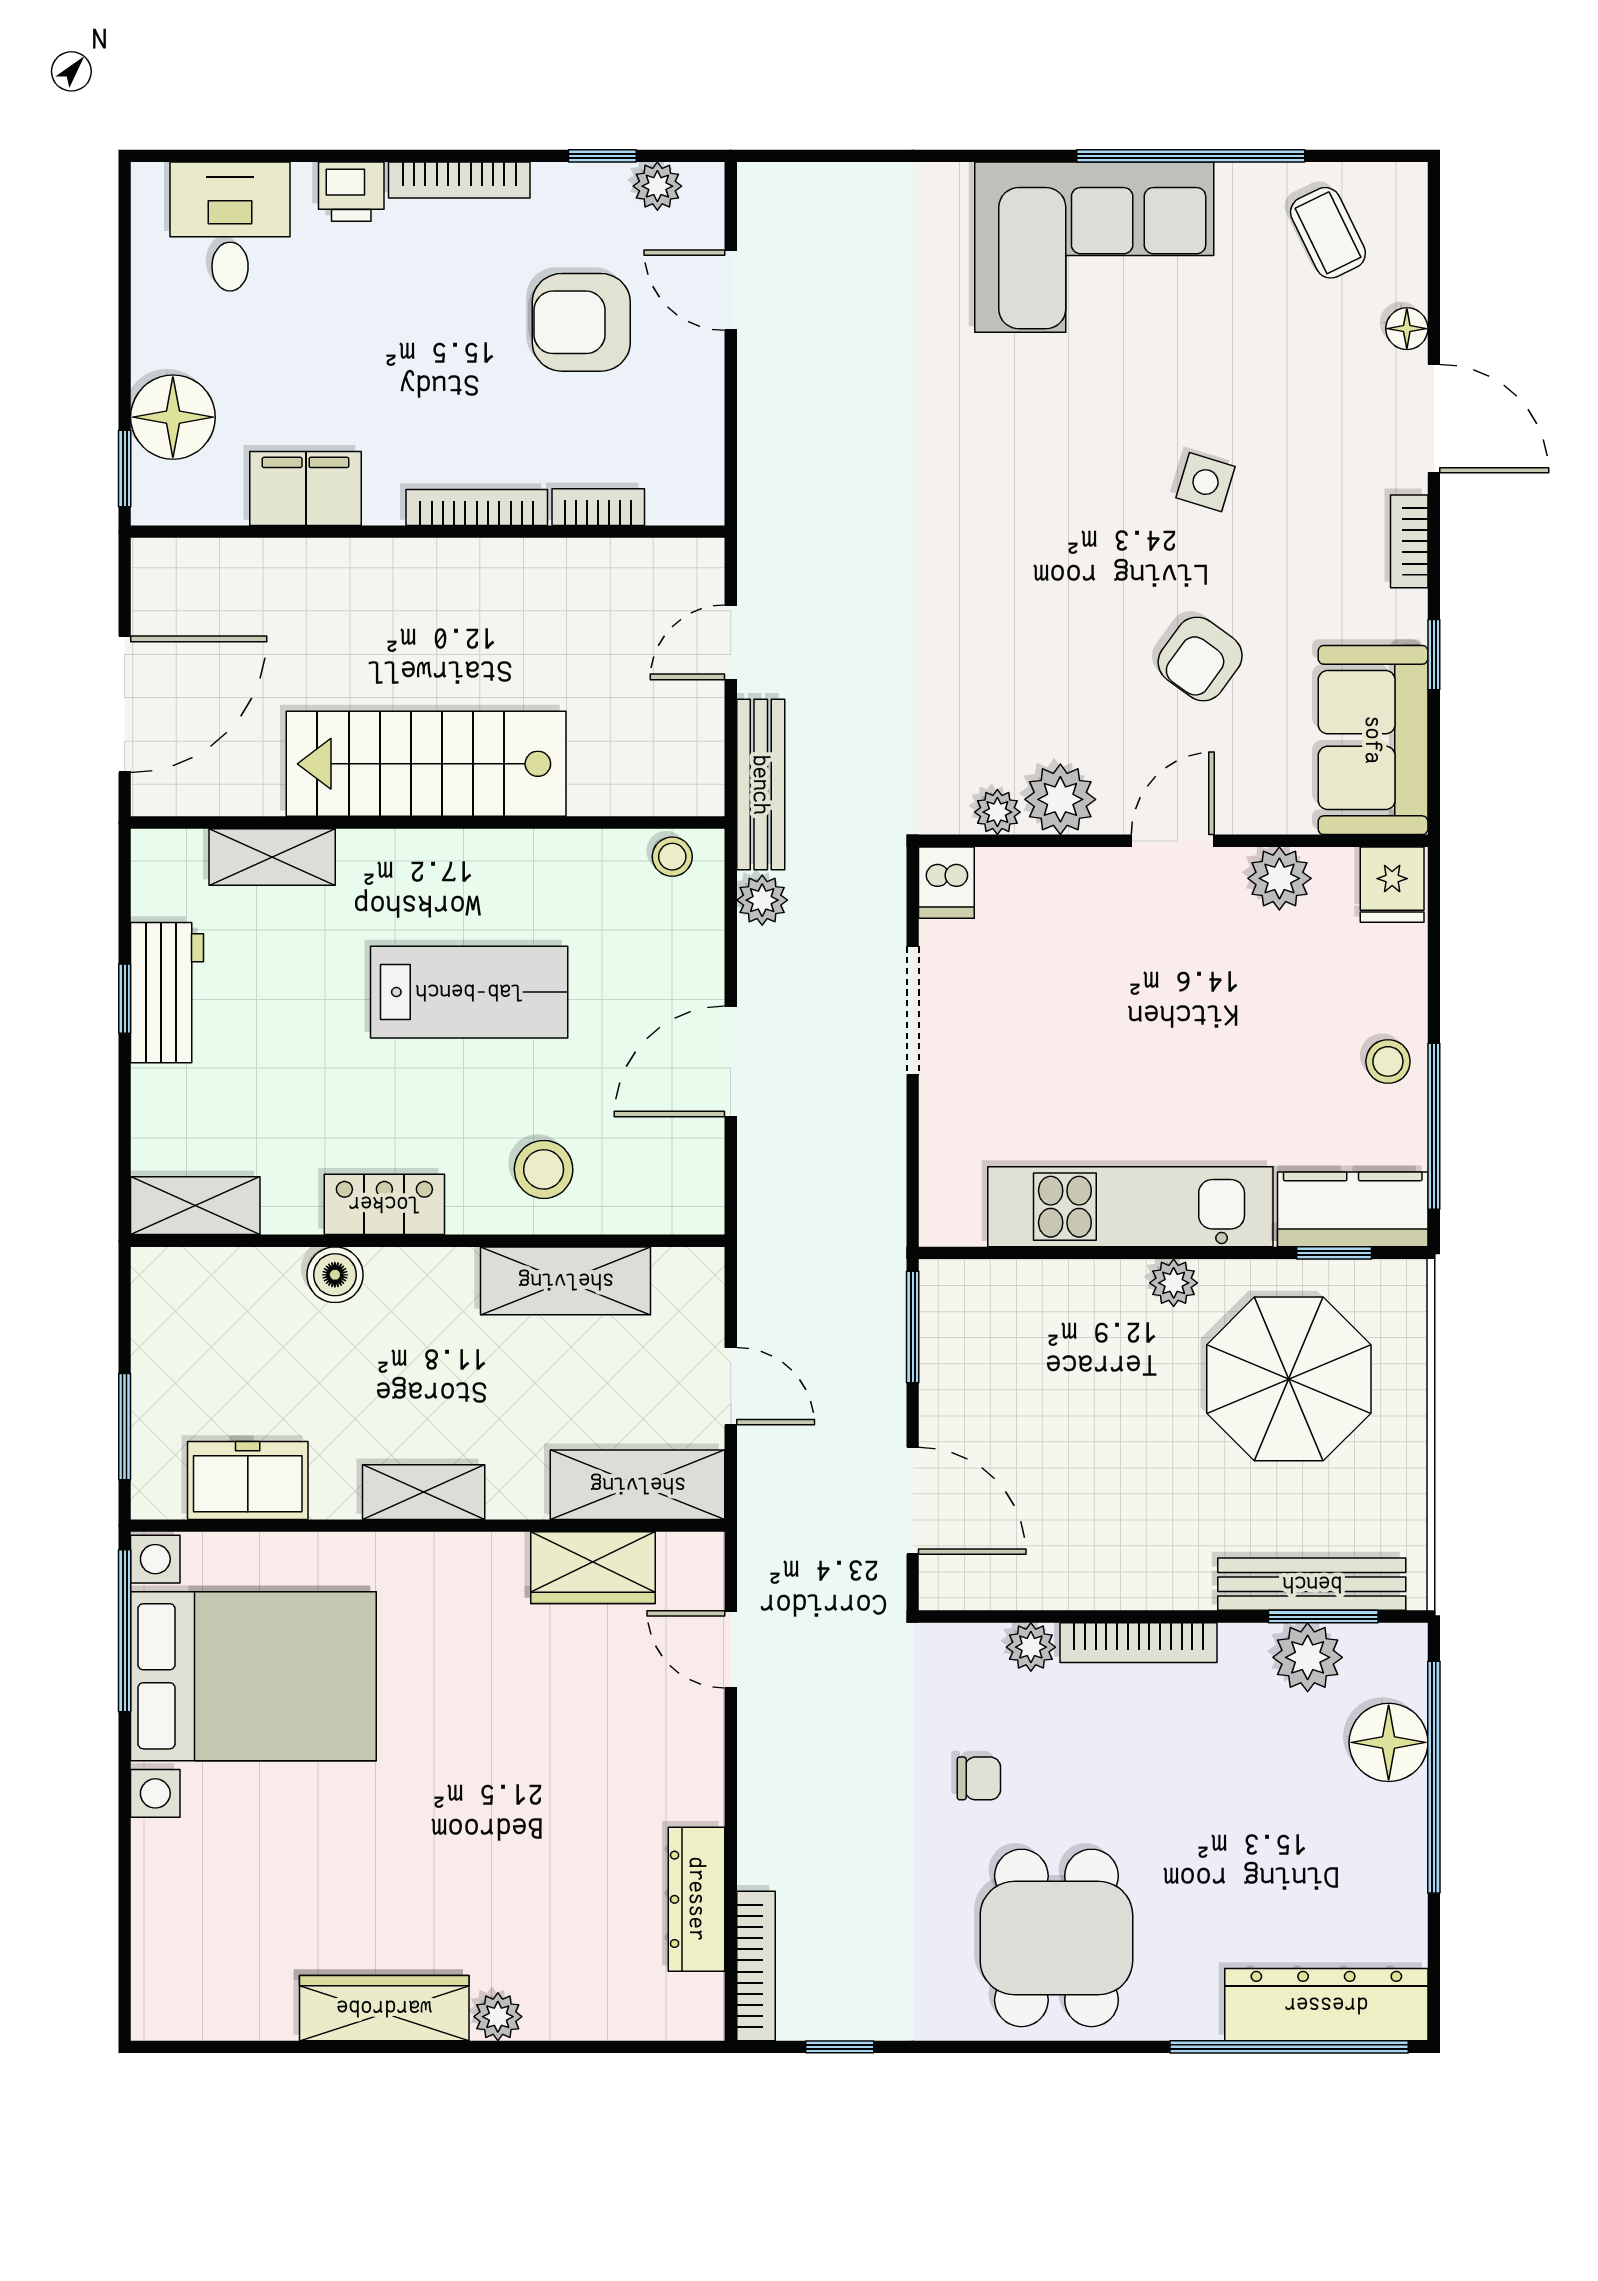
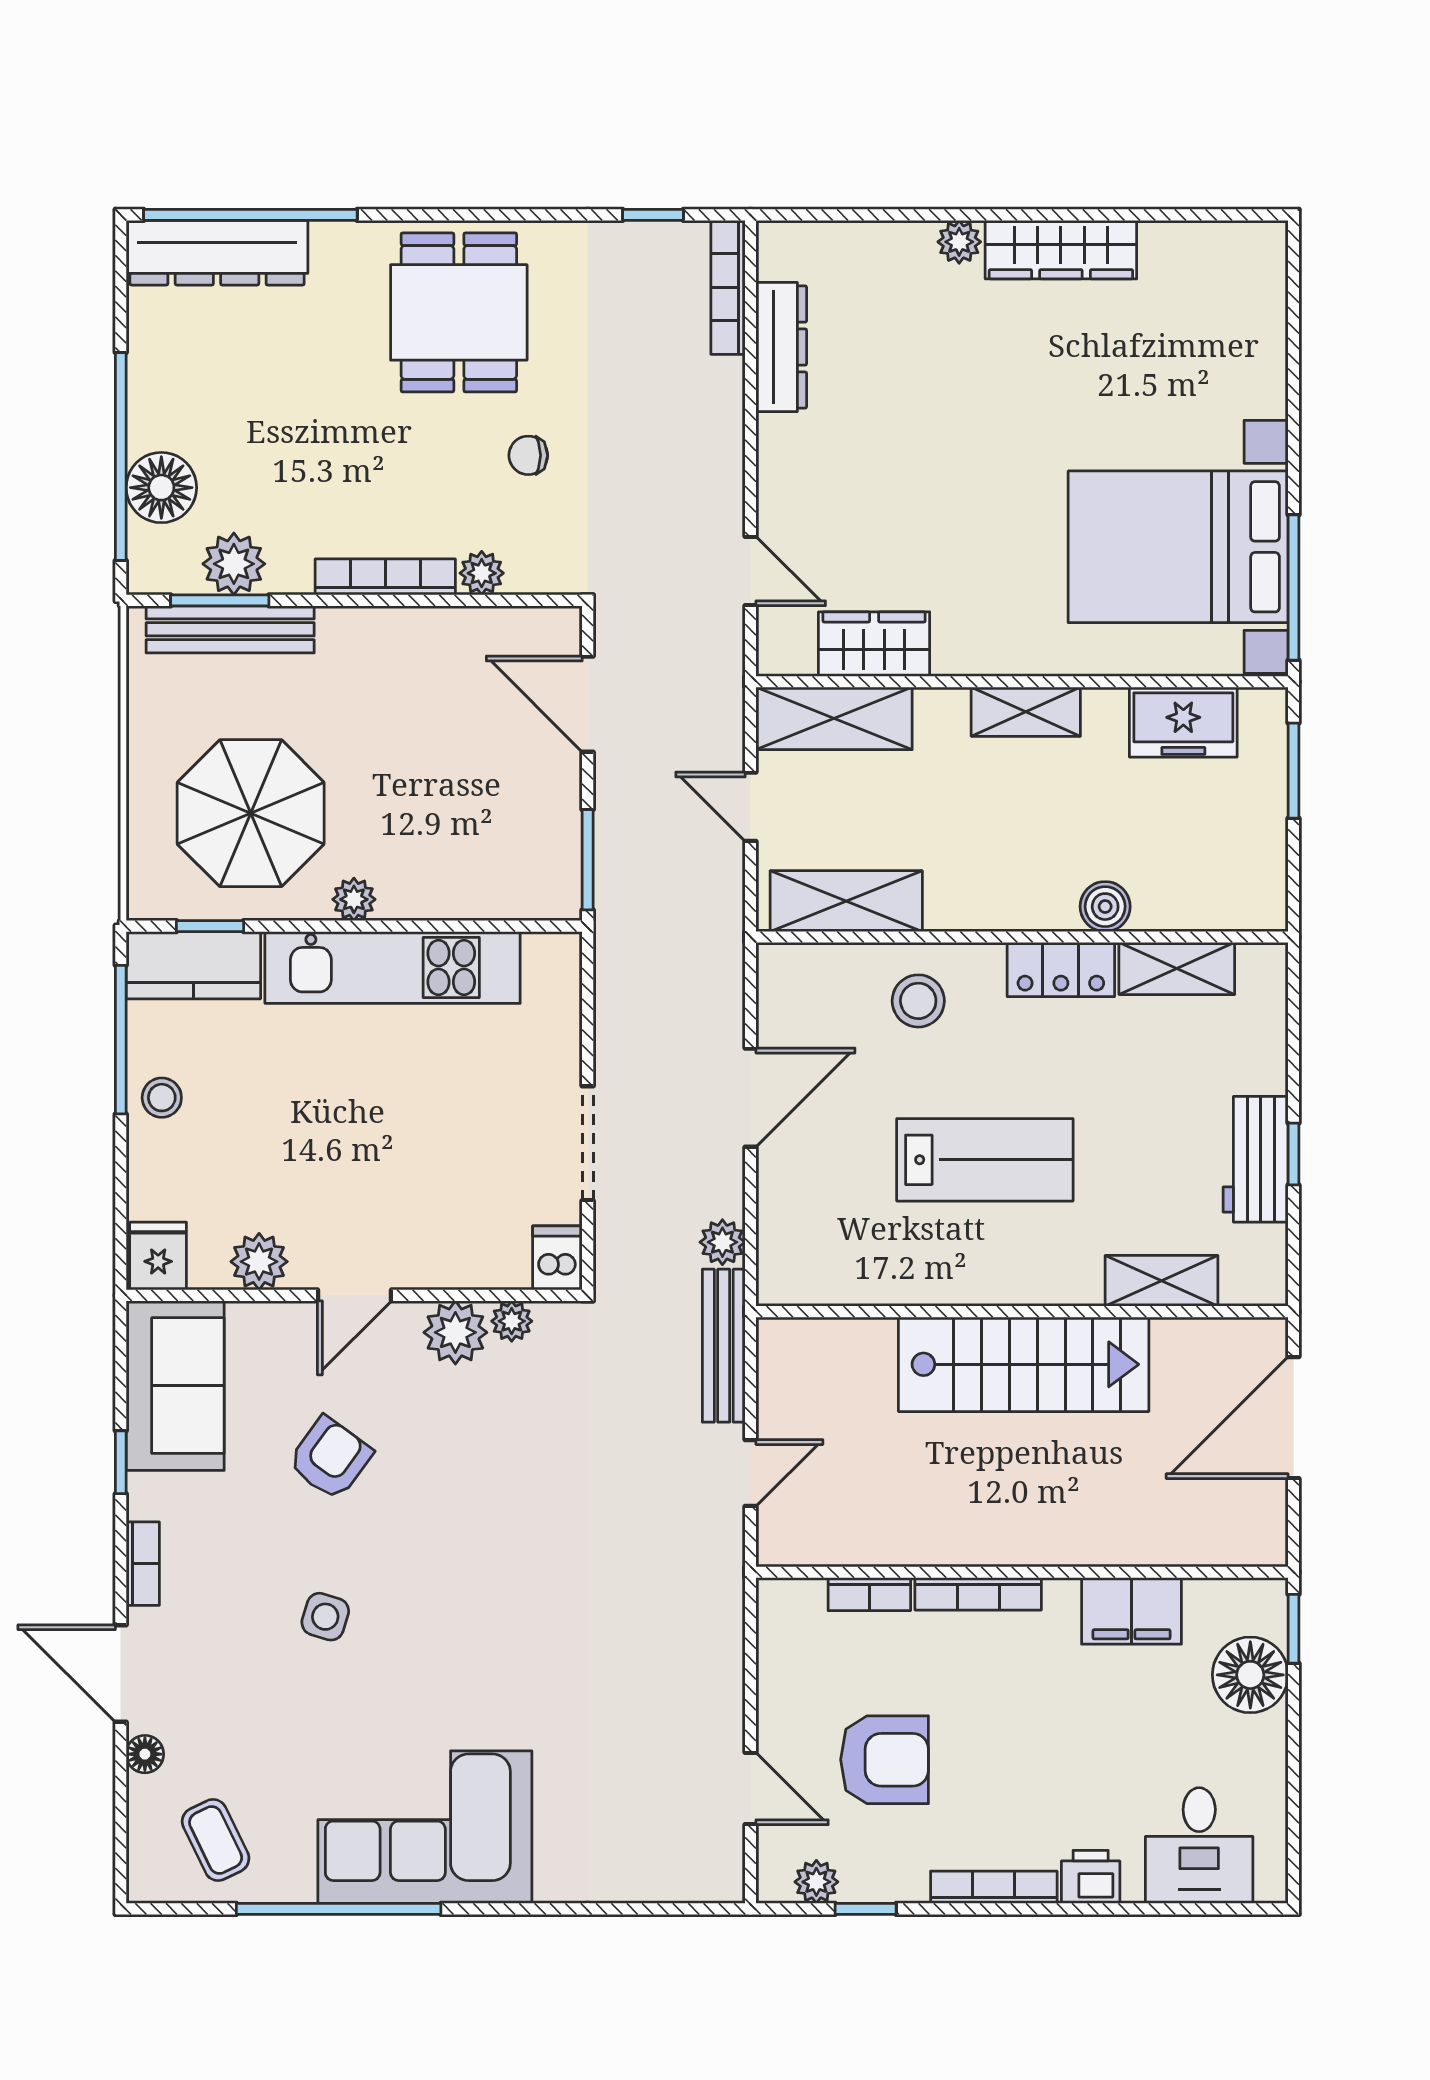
stool: (672, 857) -> (803, 1281), removed
lab bench: (469, 992) -> (985, 1160), turned 180
shelving: (195, 1206) -> (1177, 968), moved
shelving: (566, 1281) -> (846, 901), moved

